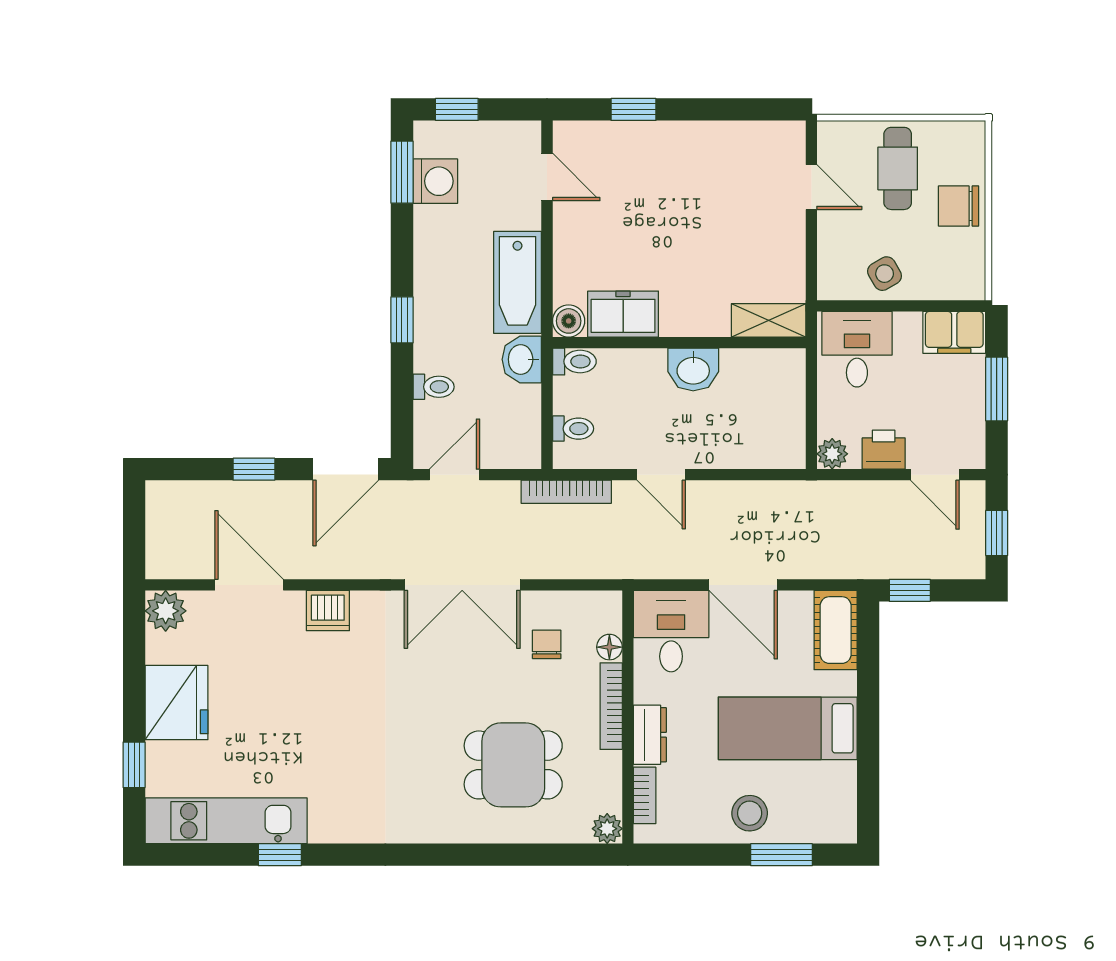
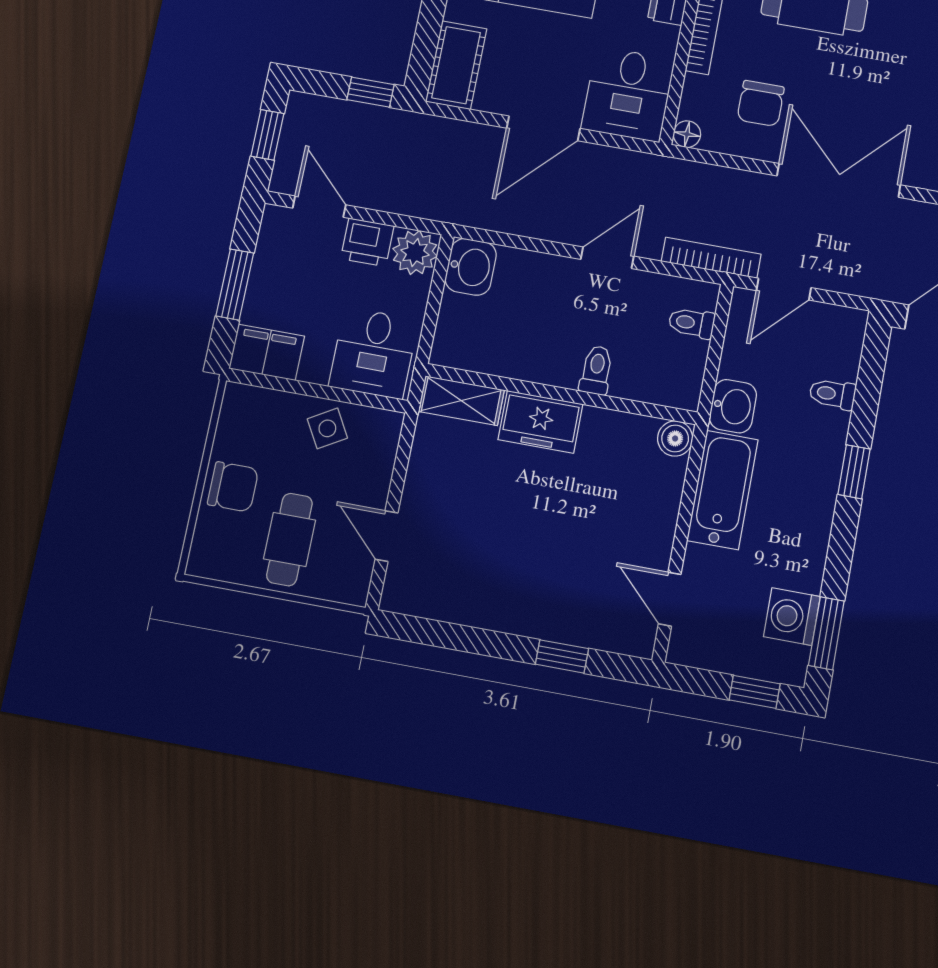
freezer: (623, 314) -> (540, 422), moved
toilet: (574, 361) -> (596, 370), moved, turned 90
washbasin: (693, 369) -> (471, 267), moved, turned 90
plant: (832, 454) -> (415, 252), width x1.38, depth x1.38
door: (455, 475) -> (784, 289), moved
door: (661, 475) -> (607, 258), hinge flipped
door: (743, 585) -> (543, 128), swing flipped
chair: (547, 644) -> (761, 103), width x1.37, depth x1.37
floor lamp: (609, 647) -> (687, 134), moved

